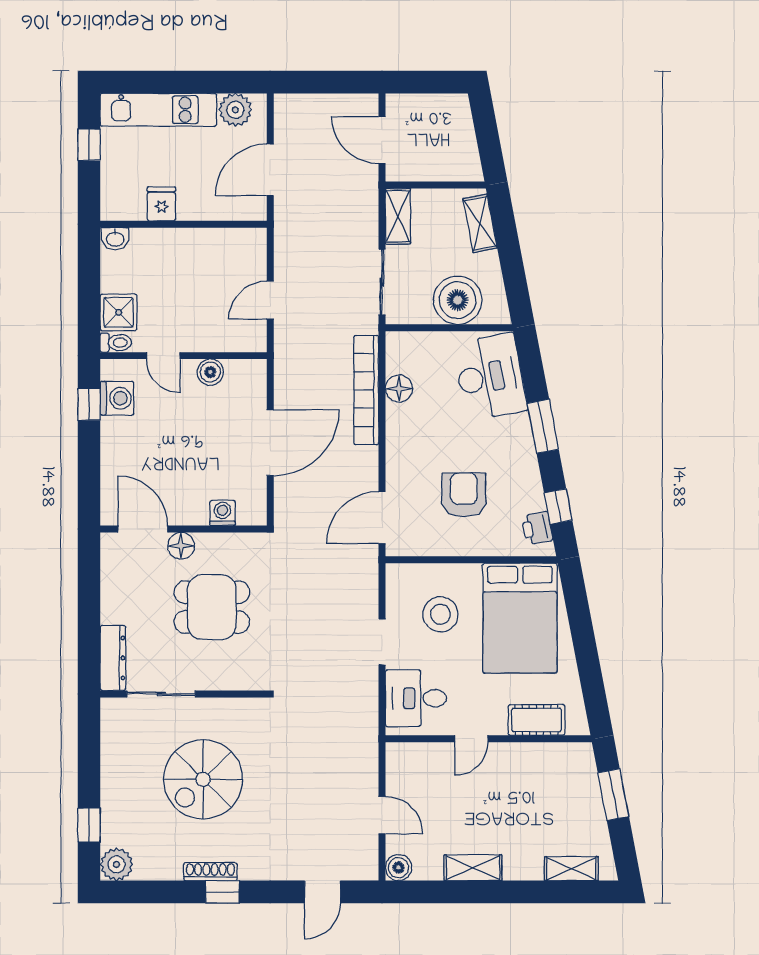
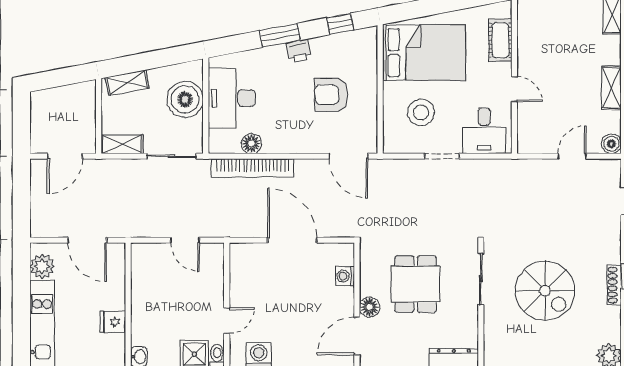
boiler: (210, 372) -> (239, 285), removed
desk: (490, 377) -> (232, 98), moved, turned -79
printer: (537, 528) -> (299, 51), moved
sliding door: (161, 694) -> (481, 279), moved

